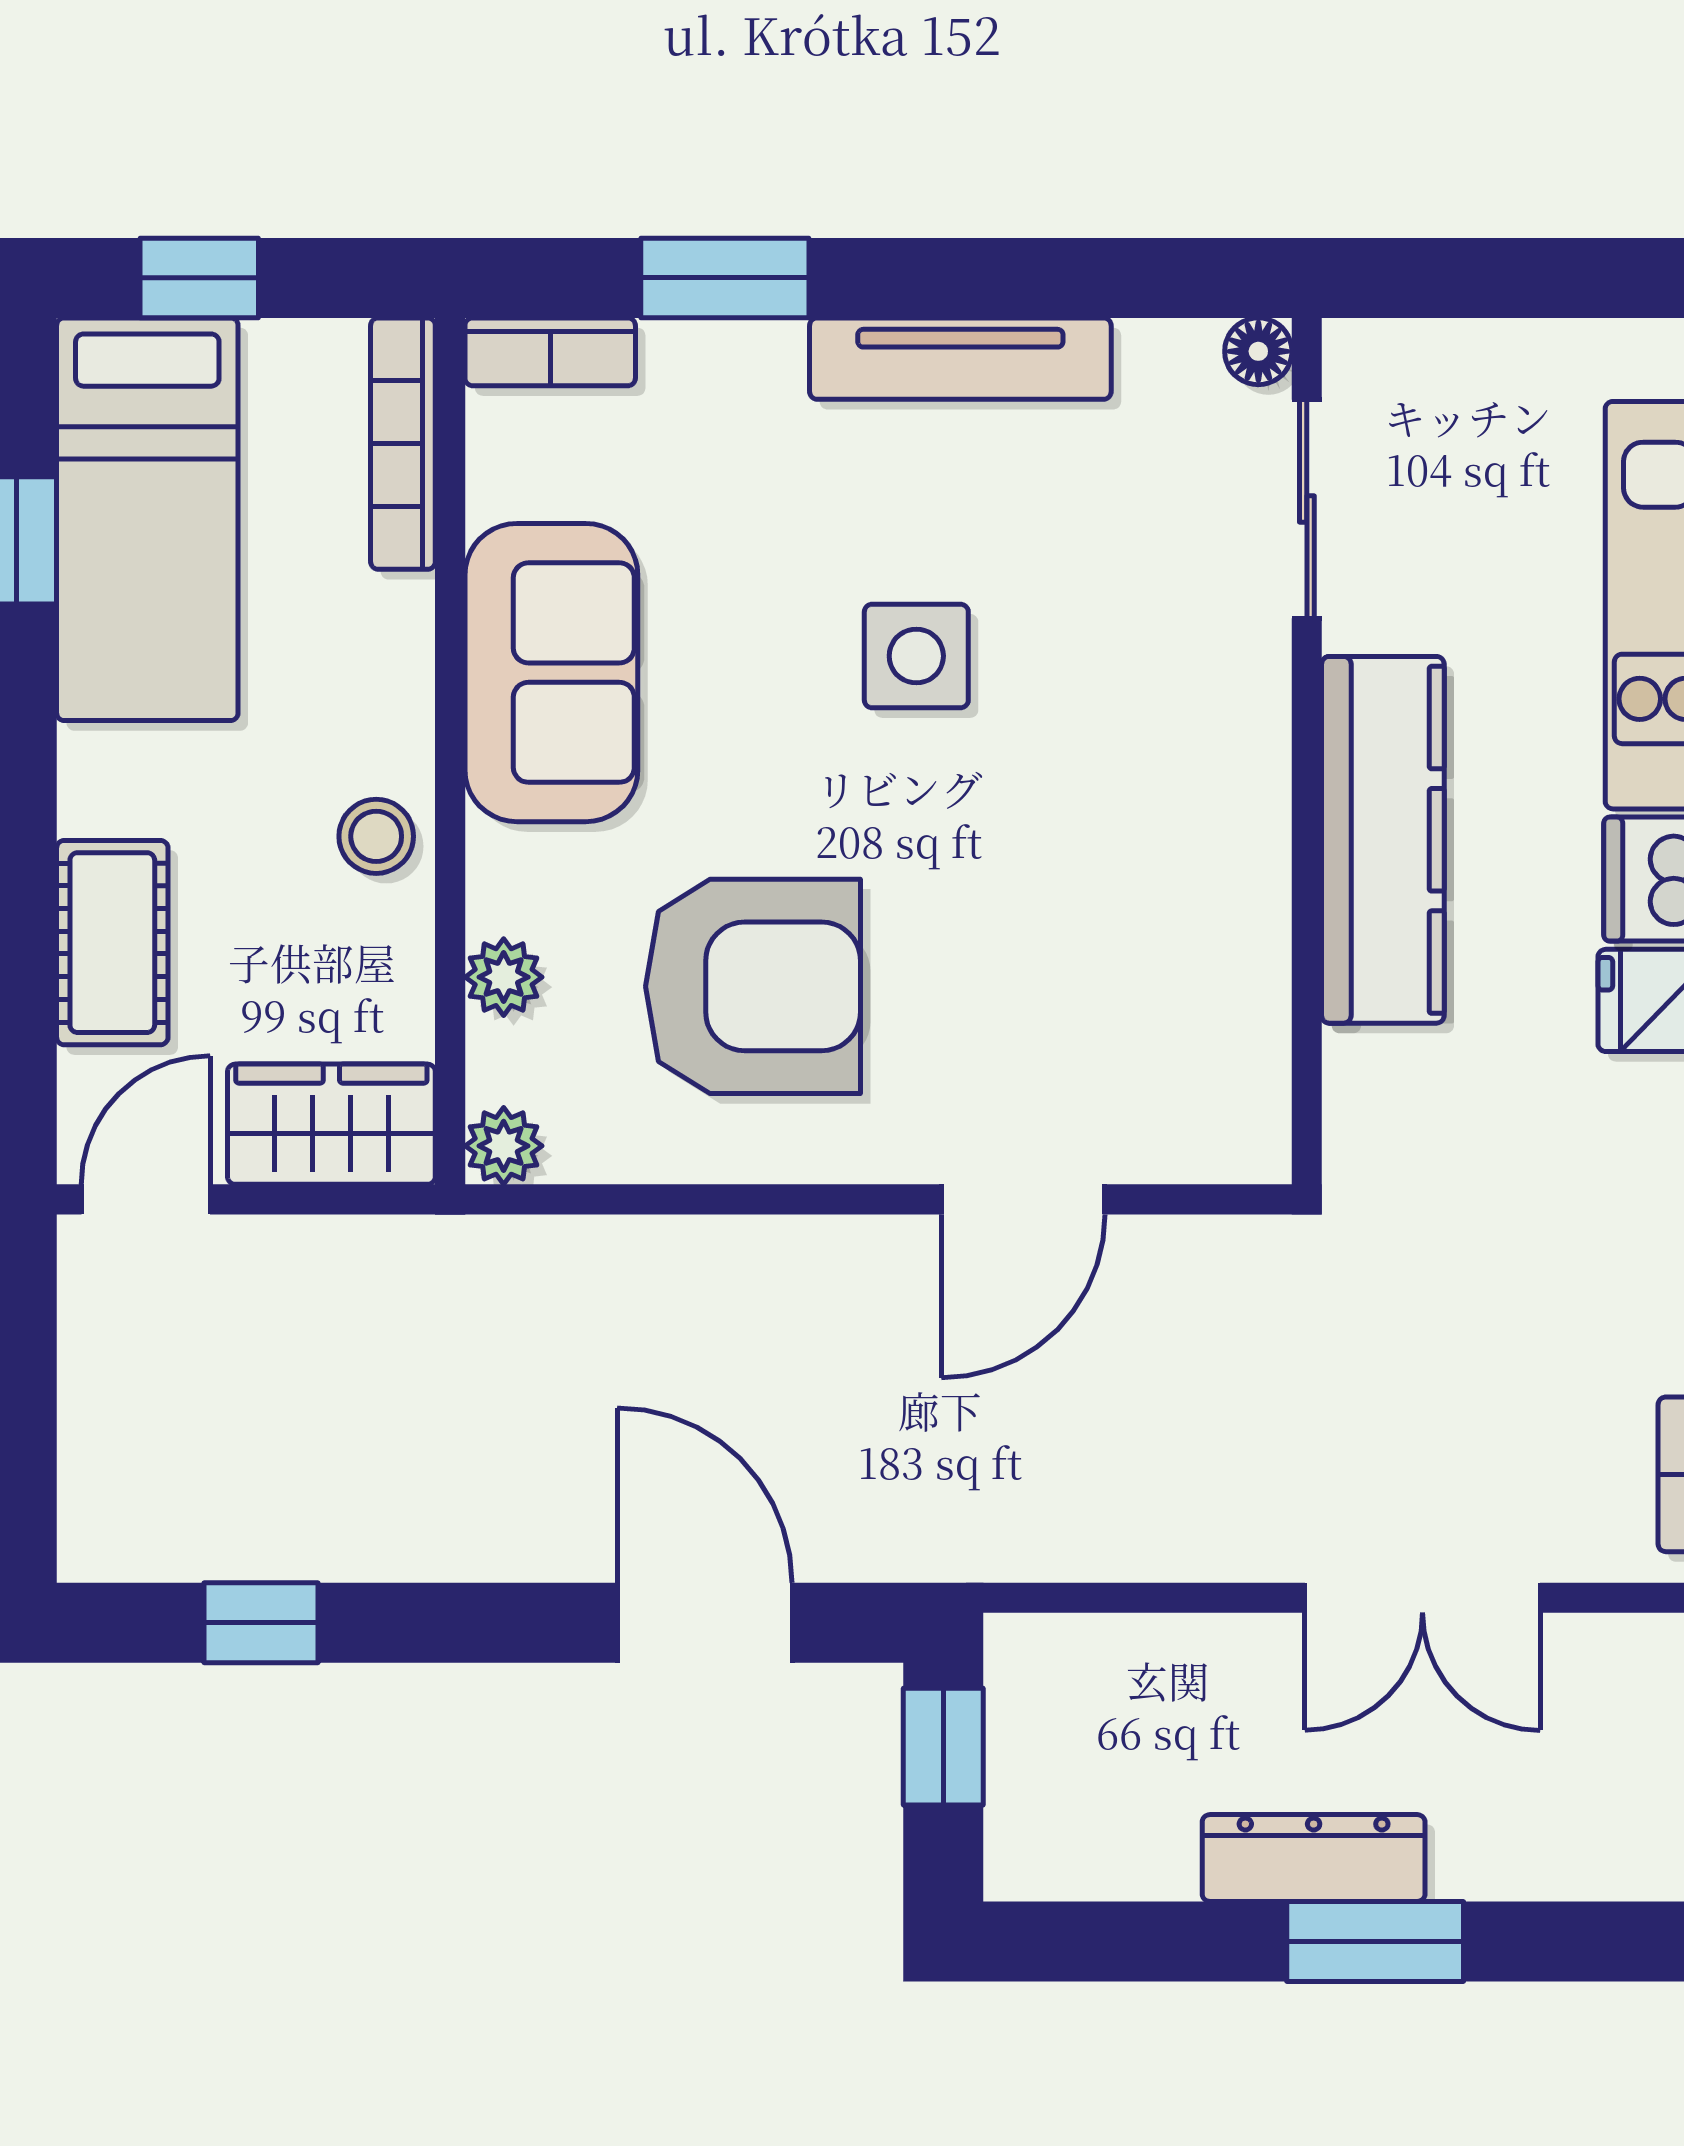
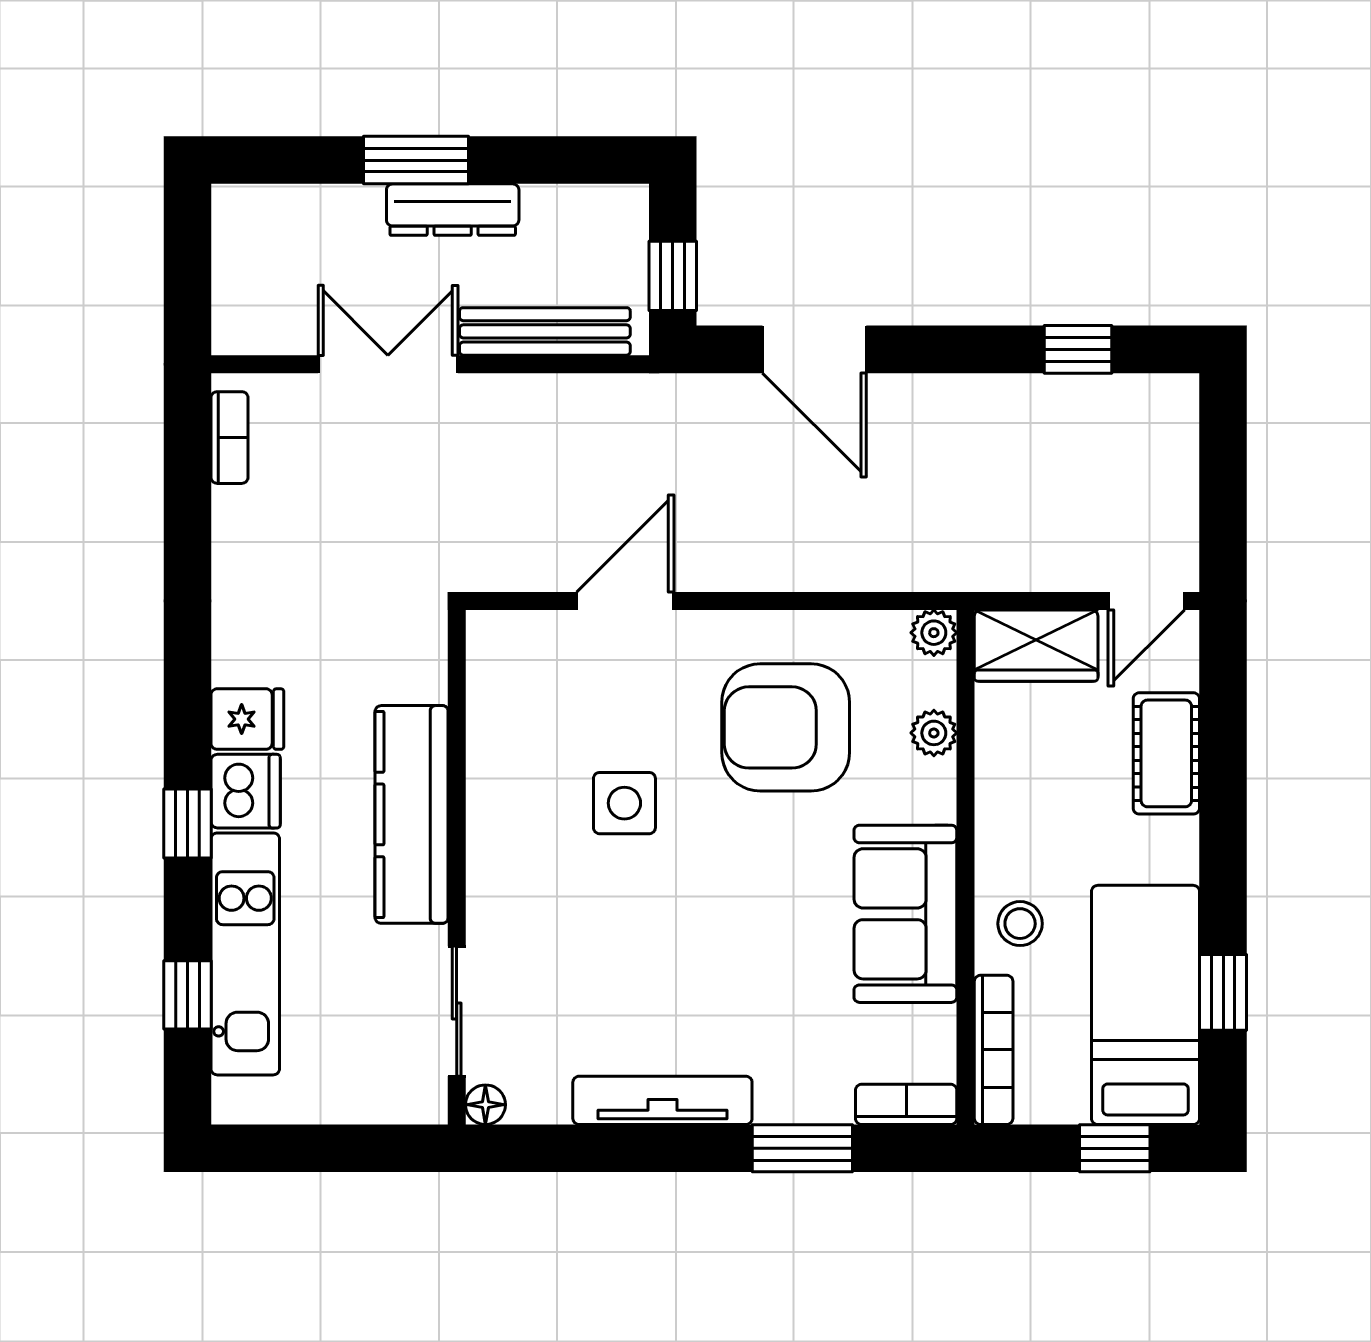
side table: (916, 656) -> (624, 803), moved
stool: (376, 836) -> (1020, 924), moved
bench: (1158, 1653) -> (545, 331), added

